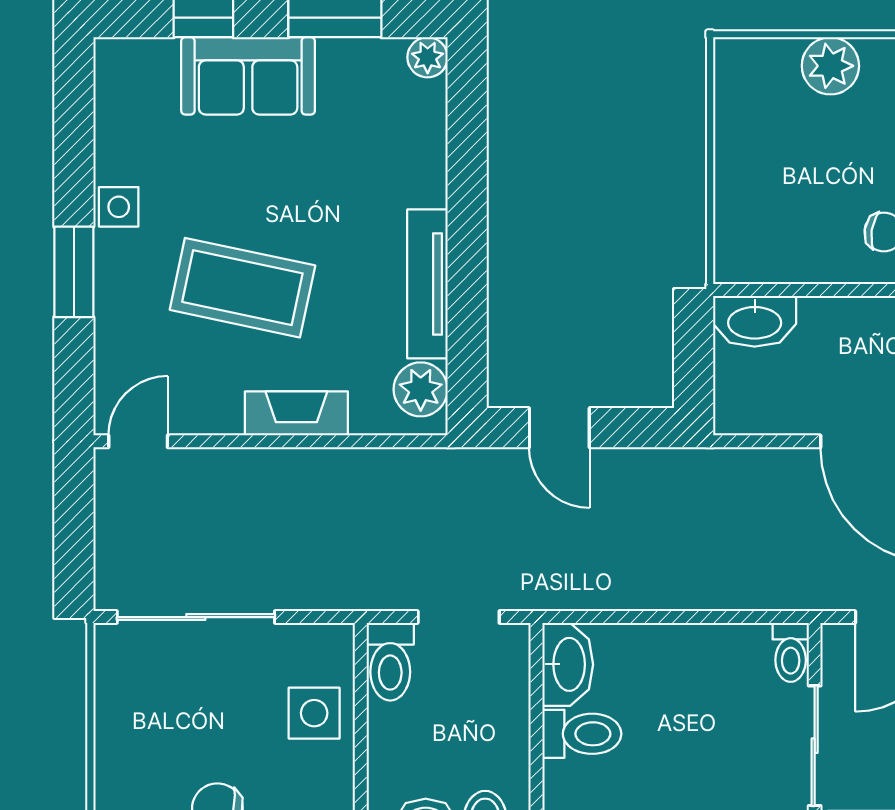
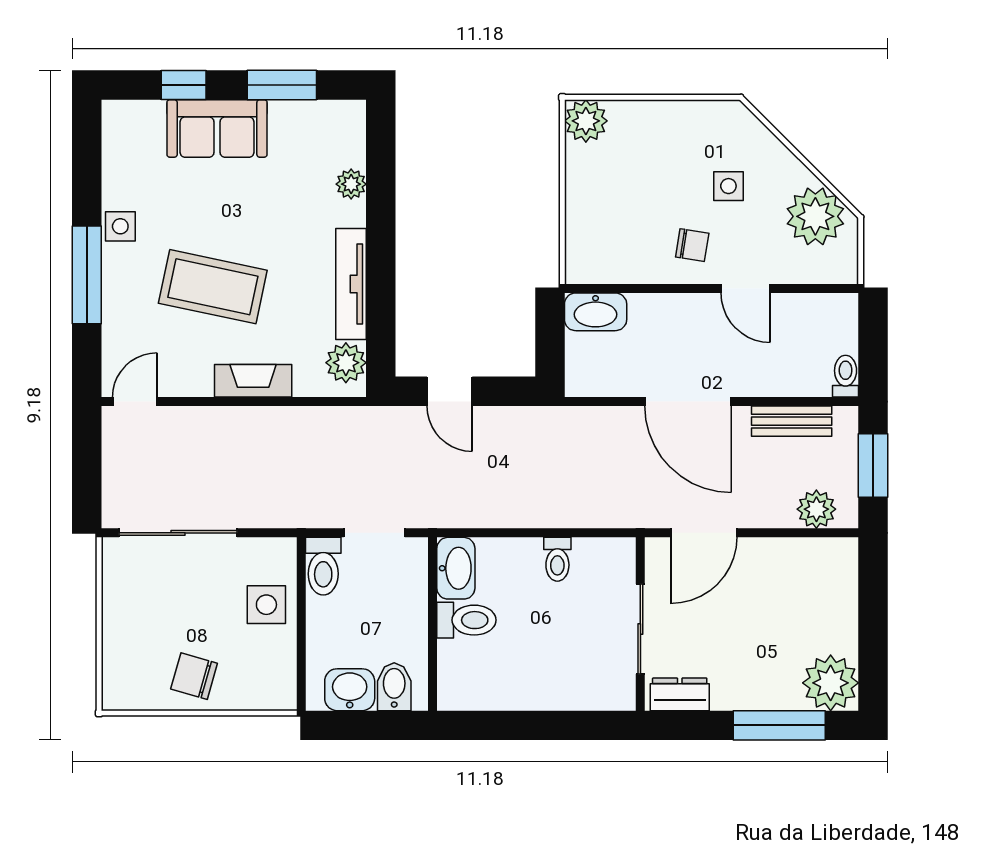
plant: (428, 57) -> (351, 184), moved
plant: (830, 66) -> (586, 121), moved
window: (74, 272) -> (87, 275), width x1.44
toilet: (791, 652) -> (557, 559), moved

